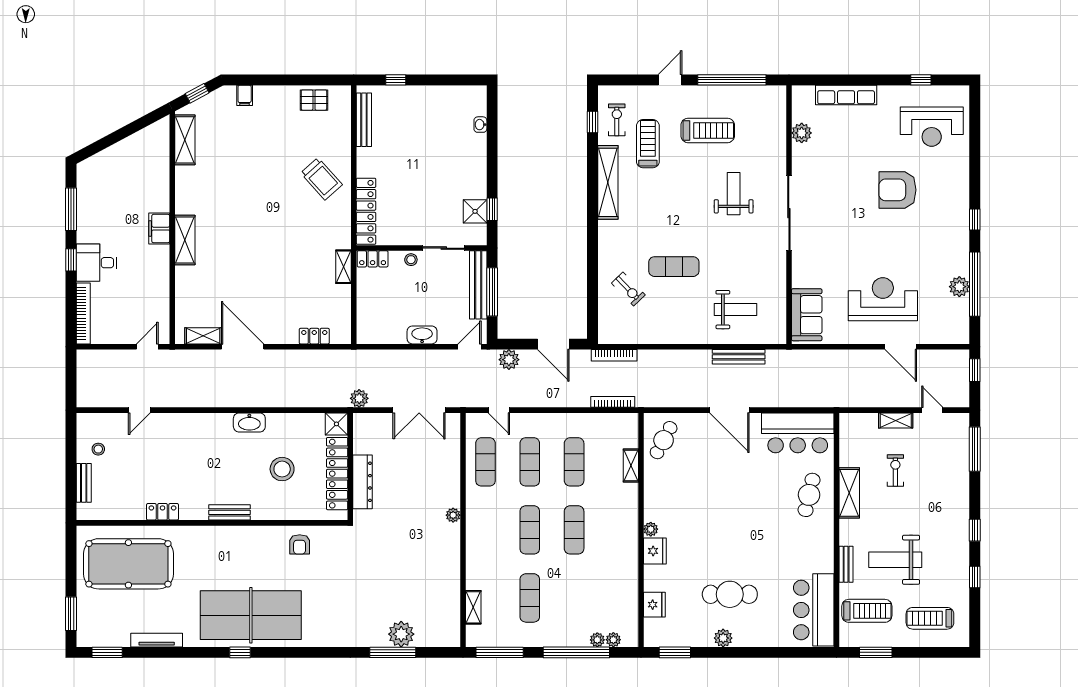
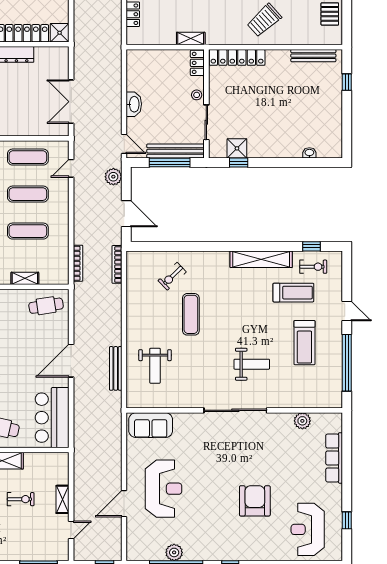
door: (553, 344) -> (126, 214), swing flipped
plant: (359, 398) -> (81, 52), removed
cafe table: (664, 440) -> (46, 306), turned -37

